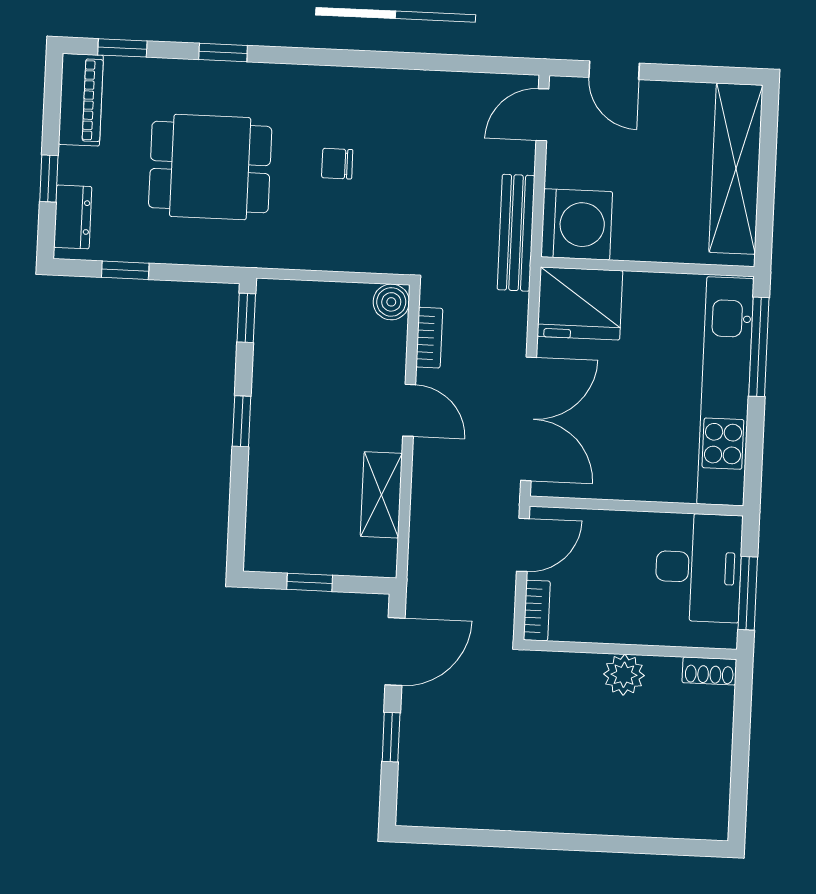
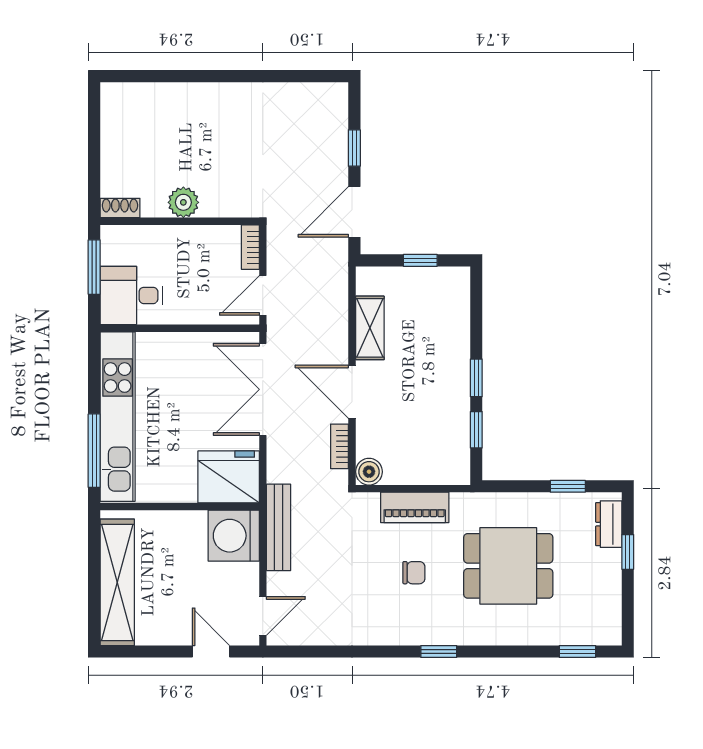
window: (223, 52) -> (439, 652), moved
piano: (81, 100) -> (415, 507), moved, turned -90
window: (246, 318) -> (476, 430), moved
door: (409, 410) -> (352, 392), width x1.38
desk: (699, 567) -> (132, 295), width x0.73

